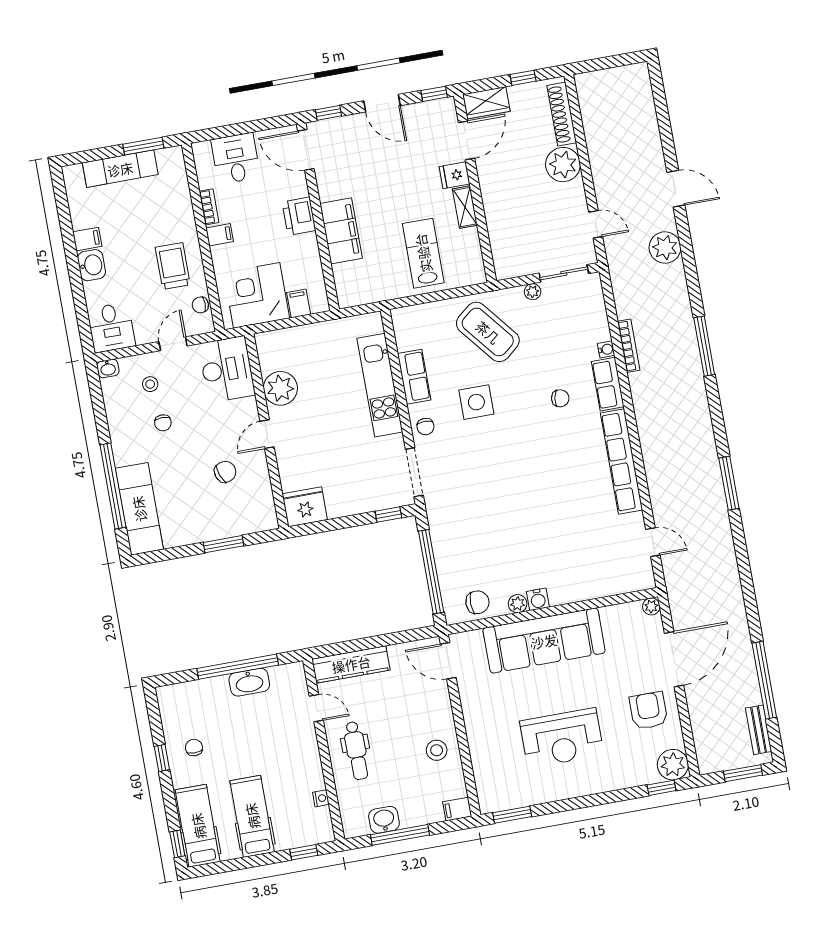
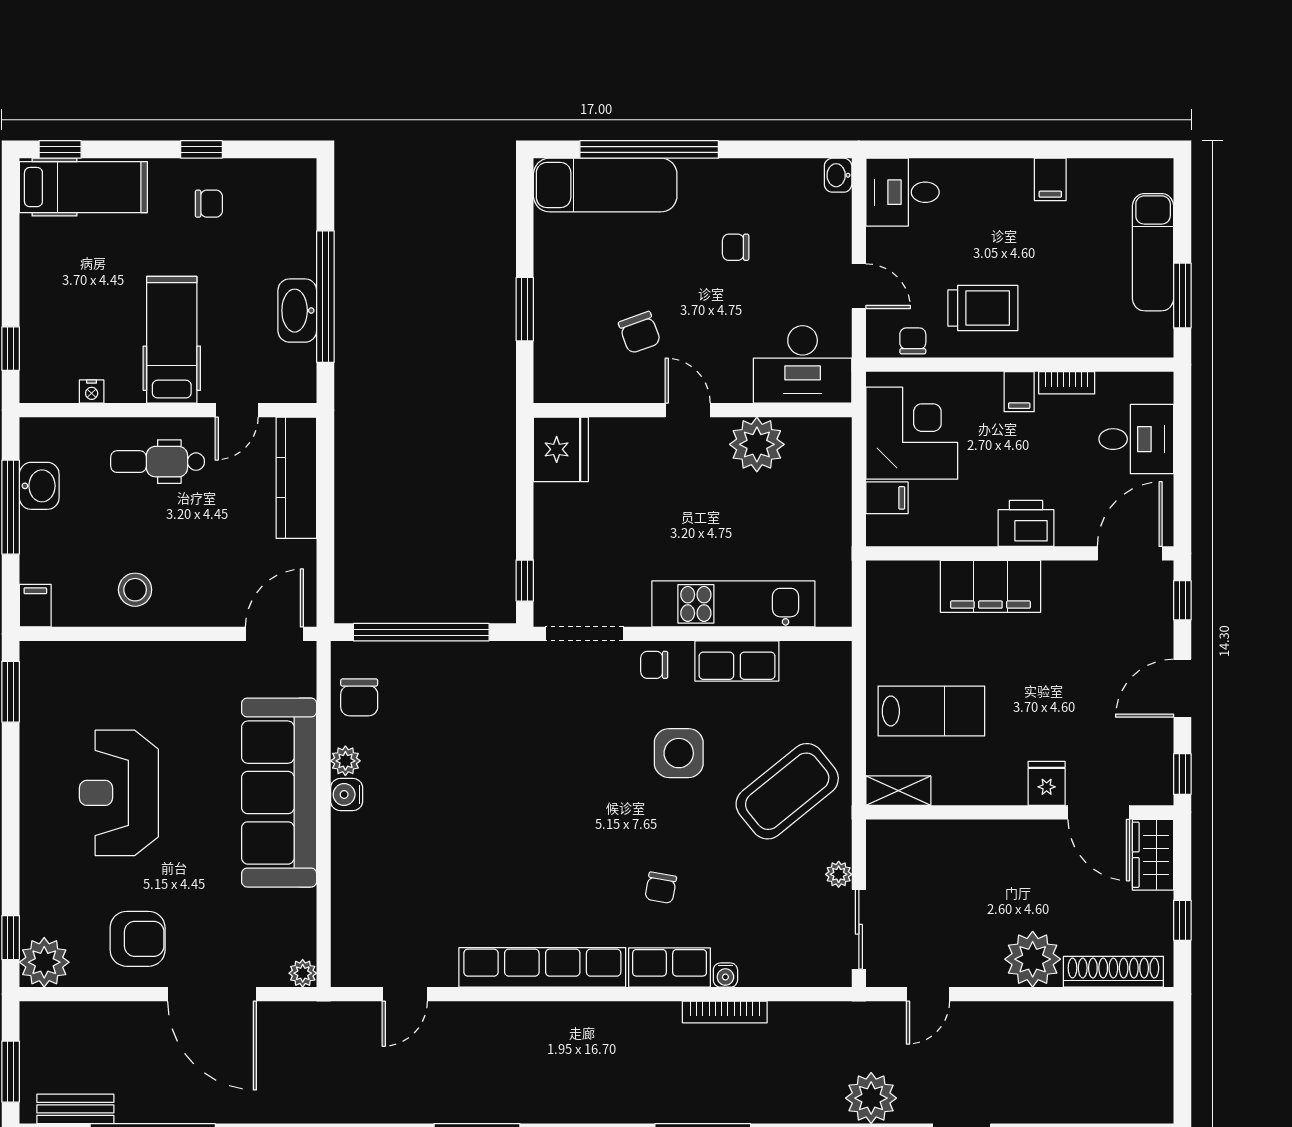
shelving: (465, 207) -> (898, 791), moved
washbasin: (91, 265) -> (1007, 179), removed
stool: (150, 384) -> (801, 238), removed
hospital bed: (252, 816) -> (172, 340), moved, turned -90

